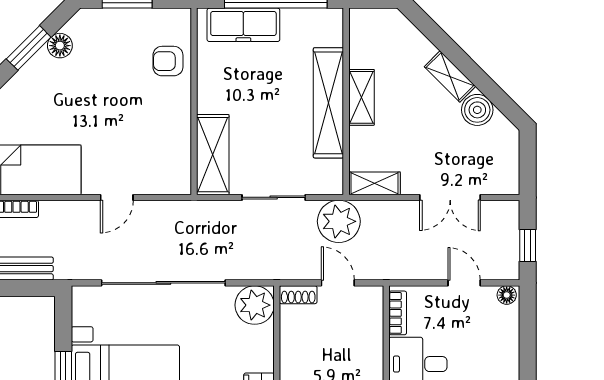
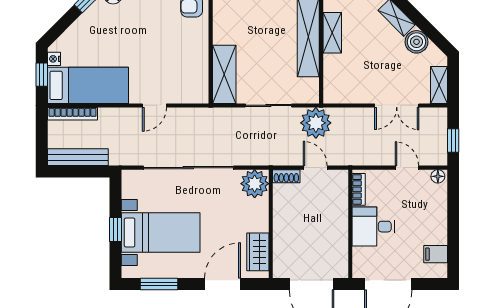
shelving: (374, 183) -> (439, 85), moved, turned 90

